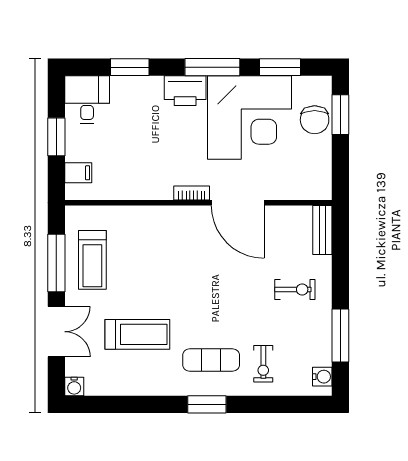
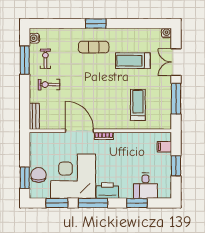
desk: (87, 100) -> (146, 186), moved
treadmill: (92, 260) -> (138, 105), moved
exercise bike: (263, 364) -> (45, 59), moved

